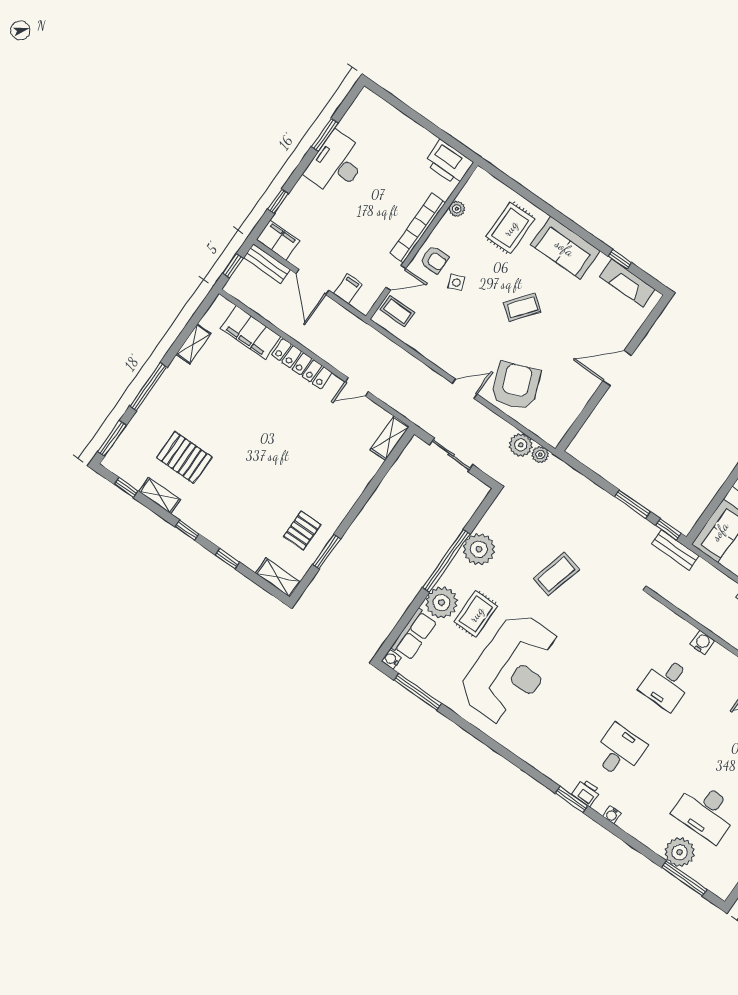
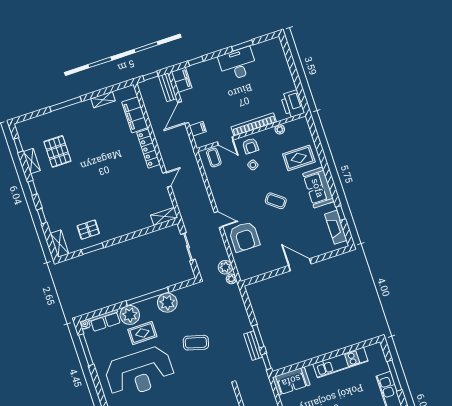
armchair: (516, 386) -> (244, 237), turned 111
door: (357, 387) -> (167, 180), swing flipped
window: (112, 438) -> (29, 116), removed
bench: (675, 550) -> (253, 346), moved

